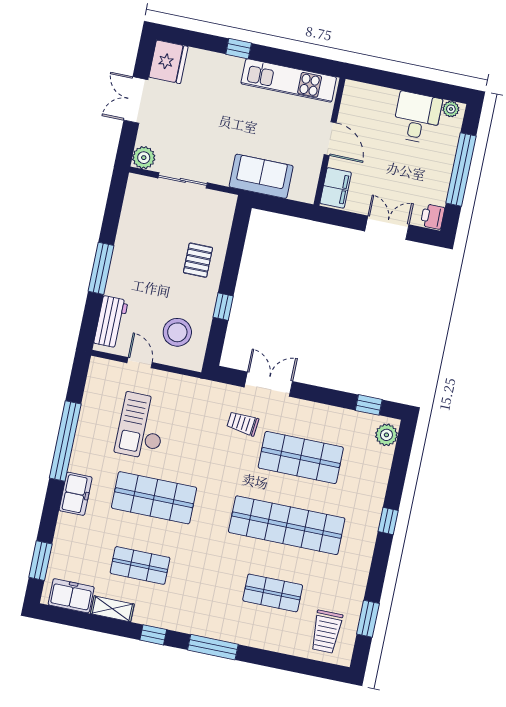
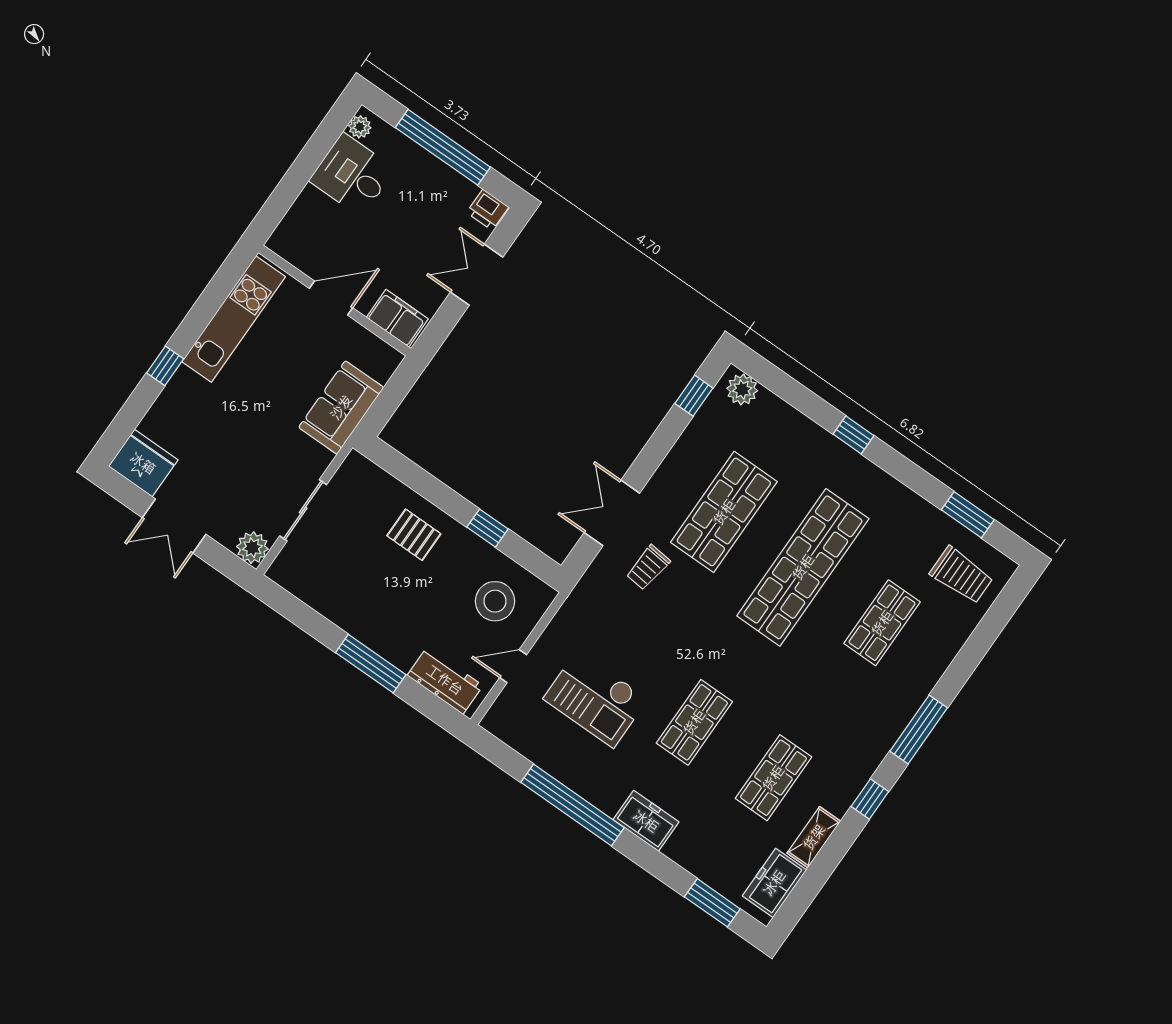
shop shelf: (154, 498) -> (694, 722), width x0.70, depth x0.74

